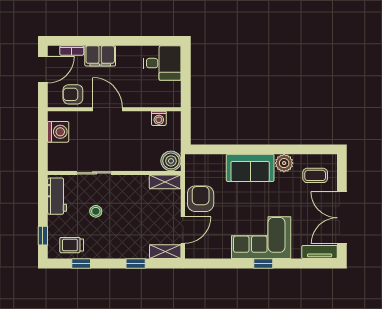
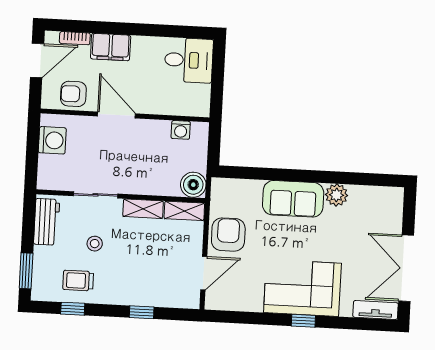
coffee table: (315, 175) -> (375, 213), removed
window: (43, 236) -> (26, 271), width x1.50
trolley: (72, 245) -> (78, 281), moved
shelving: (165, 252) -> (143, 209), moved

